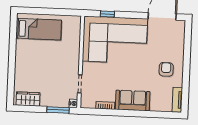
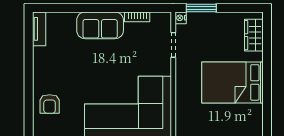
bed: (39, 29) -> (232, 82), moved, width x1.50
armchair: (166, 69) -> (50, 104), moved
wardrobe: (28, 99) -> (254, 35), moved, turned 90

